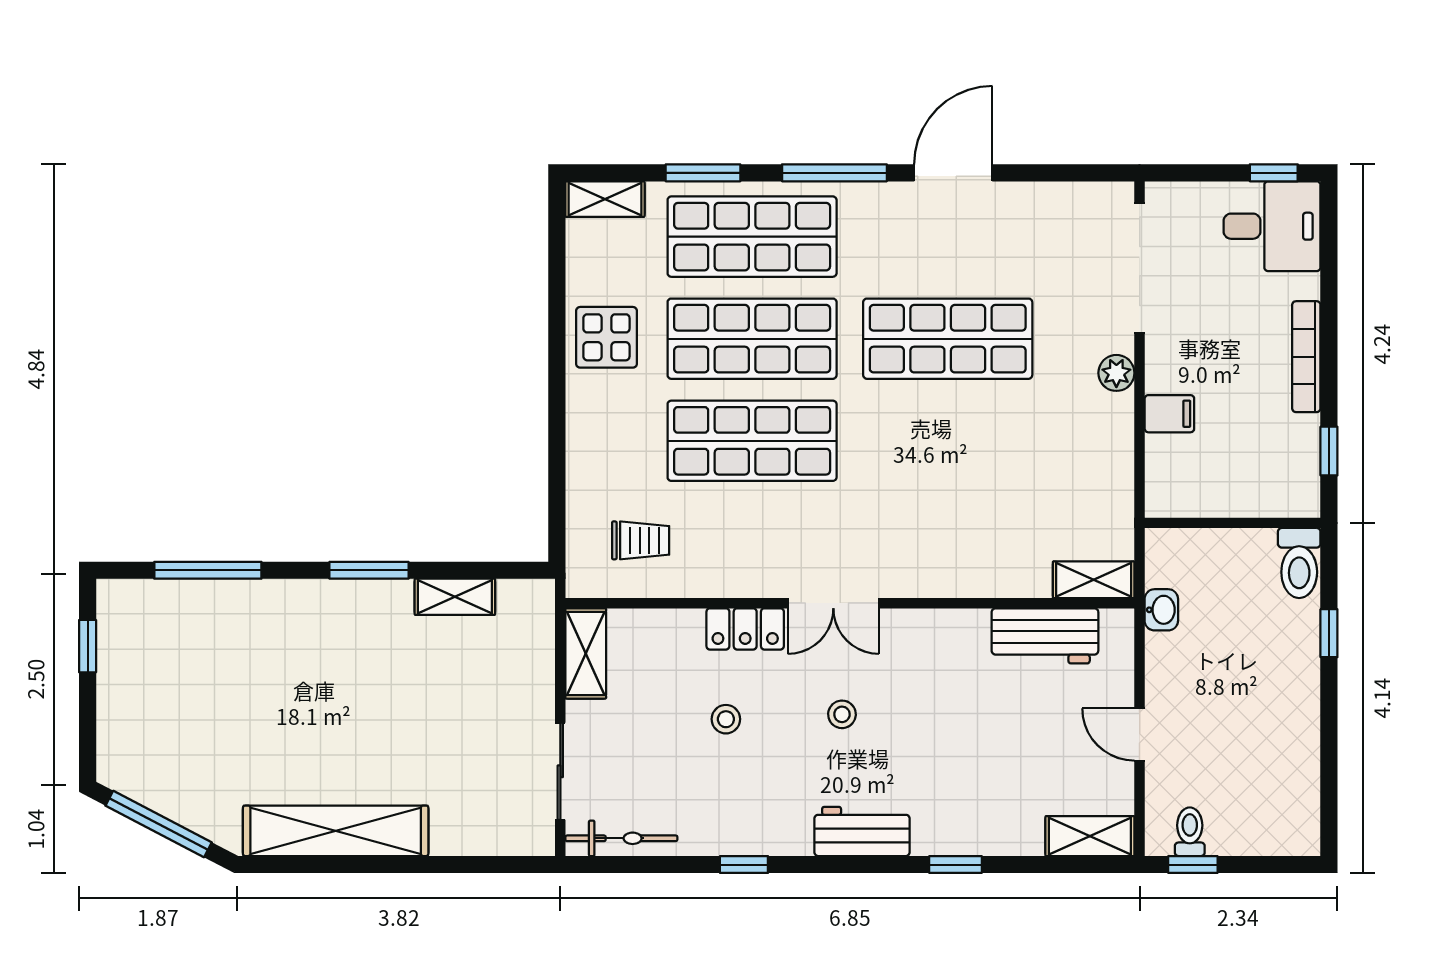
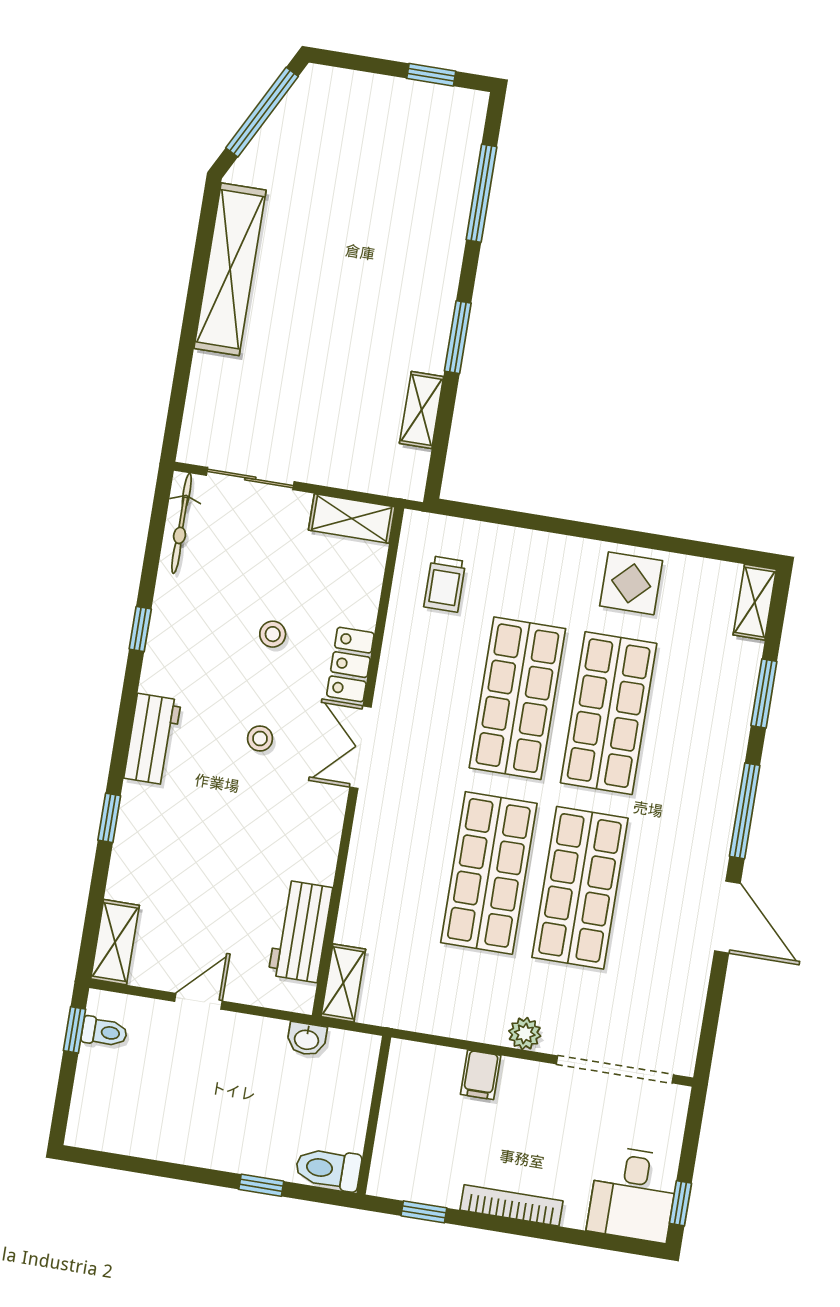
shop shelf: (752, 237) -> (489, 873), moved

